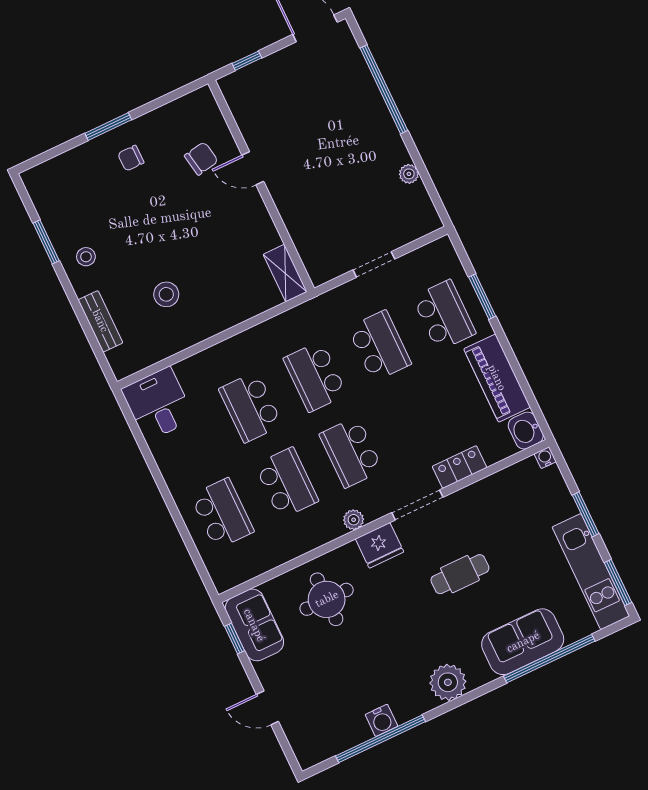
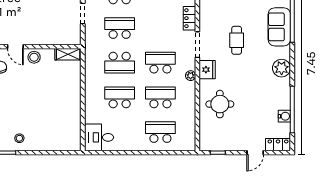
door: (253, 168) -> (15, 47), hinge flipped
stool: (166, 294) -> (34, 57), moved
bench: (100, 321) -> (51, 145), removed
school desk: (251, 407) -> (120, 97), turned 180
school desk: (351, 452) -> (160, 63), turned 180
sofa: (254, 625) -> (216, 141), removed
water cooler: (381, 720) -> (284, 116), moved
locker: (303, 743) -> (278, 145), added

